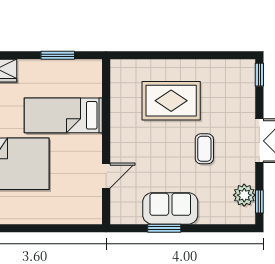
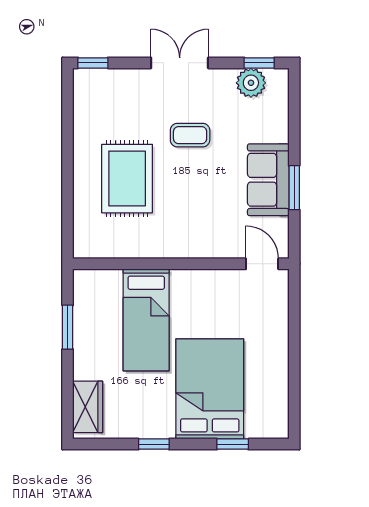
door: (106, 176) -> (262, 264), moved

